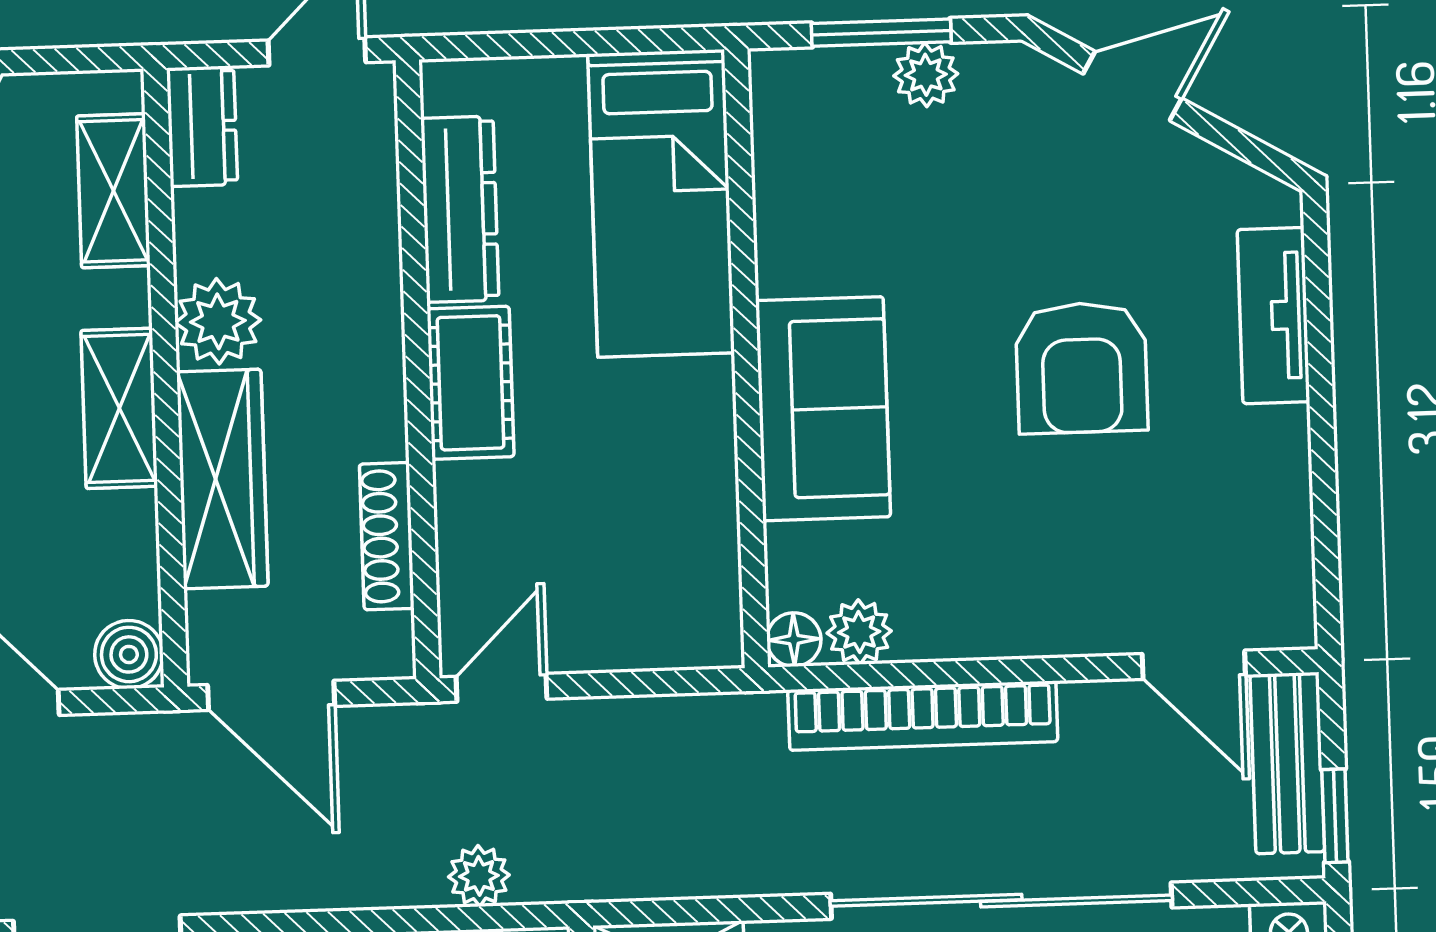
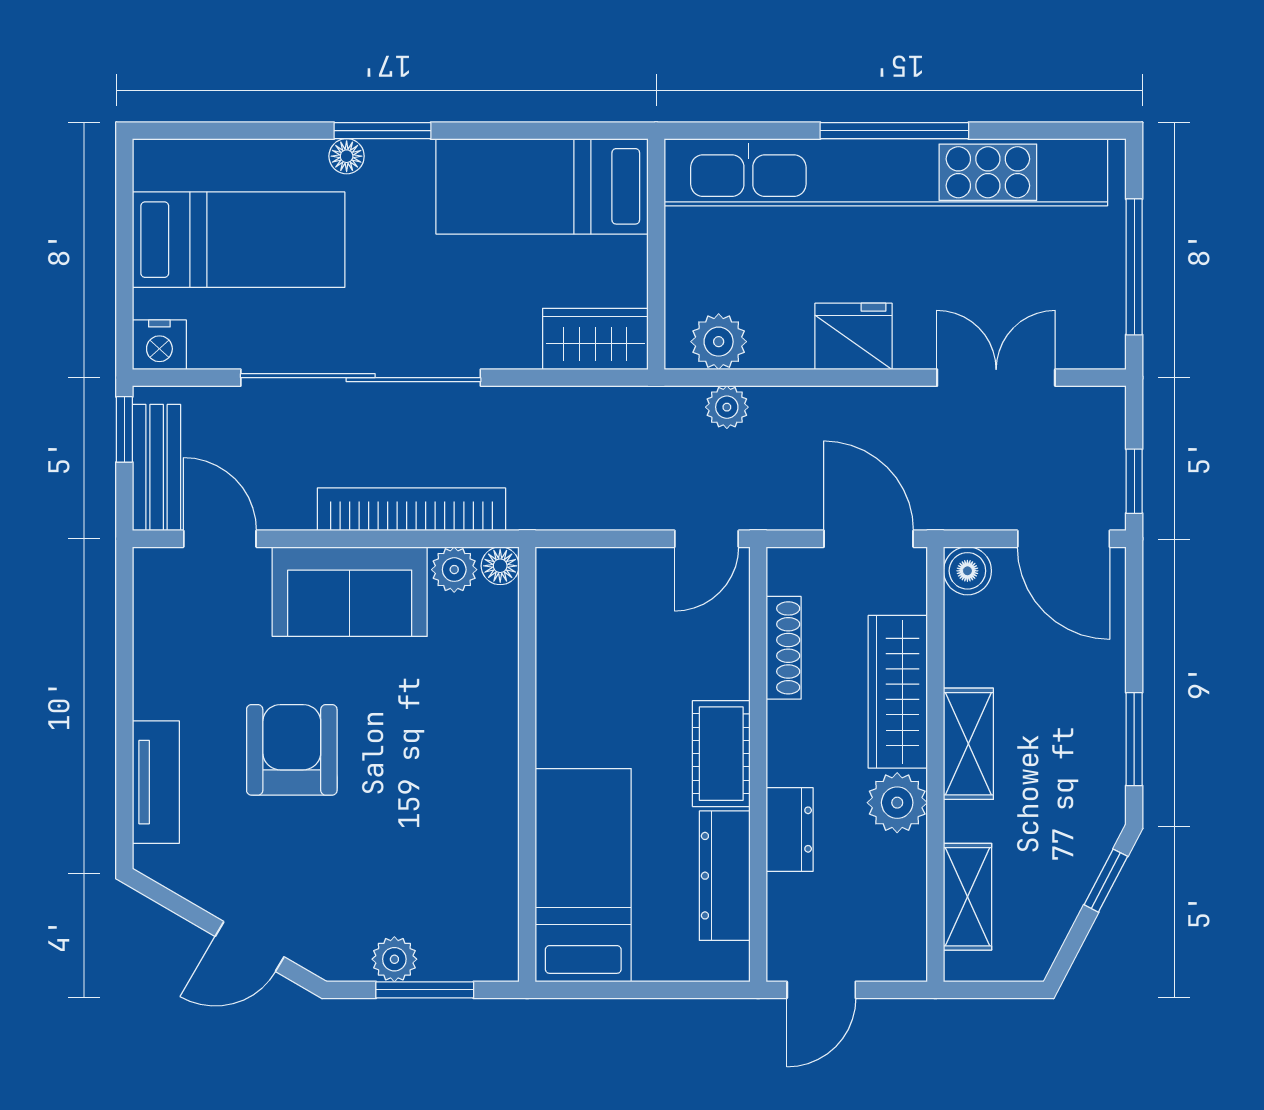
dresser: (202, 126) -> (790, 830), moved, turned 180
sofa: (823, 409) -> (350, 592), moved, turned -90

